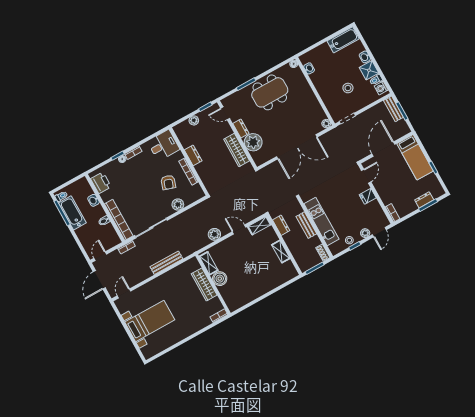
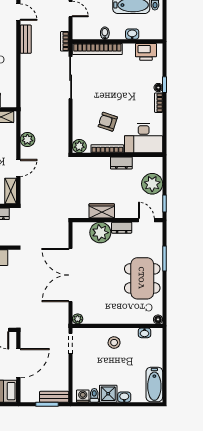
stool: (348, 88) -> (114, 343), moved
door: (225, 113) -> (146, 220), hinge flipped
plant: (194, 120) -> (152, 184), width x1.87, depth x1.87
desk: (163, 145) -> (144, 138), width x1.37
door: (383, 149) -> (18, 363), hinge flipped
wardrobe: (237, 150) -> (102, 211), width x0.67
plant: (178, 205) -> (79, 146), moved
bench: (166, 263) -> (26, 39), moved, width x0.73

